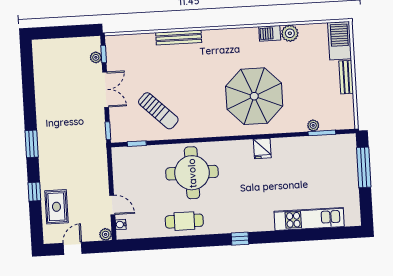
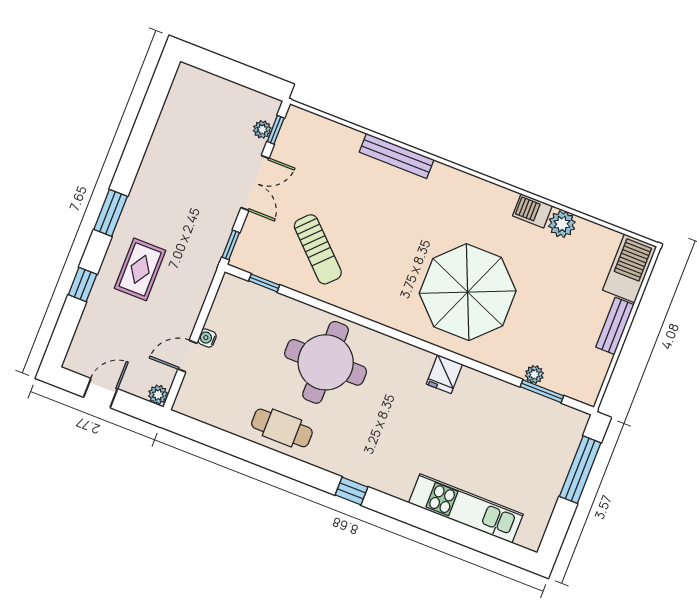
door: (112, 205) -> (187, 356), swing flipped
rug: (56, 207) -> (140, 269), moved
water cooler: (121, 225) -> (207, 338), moved

